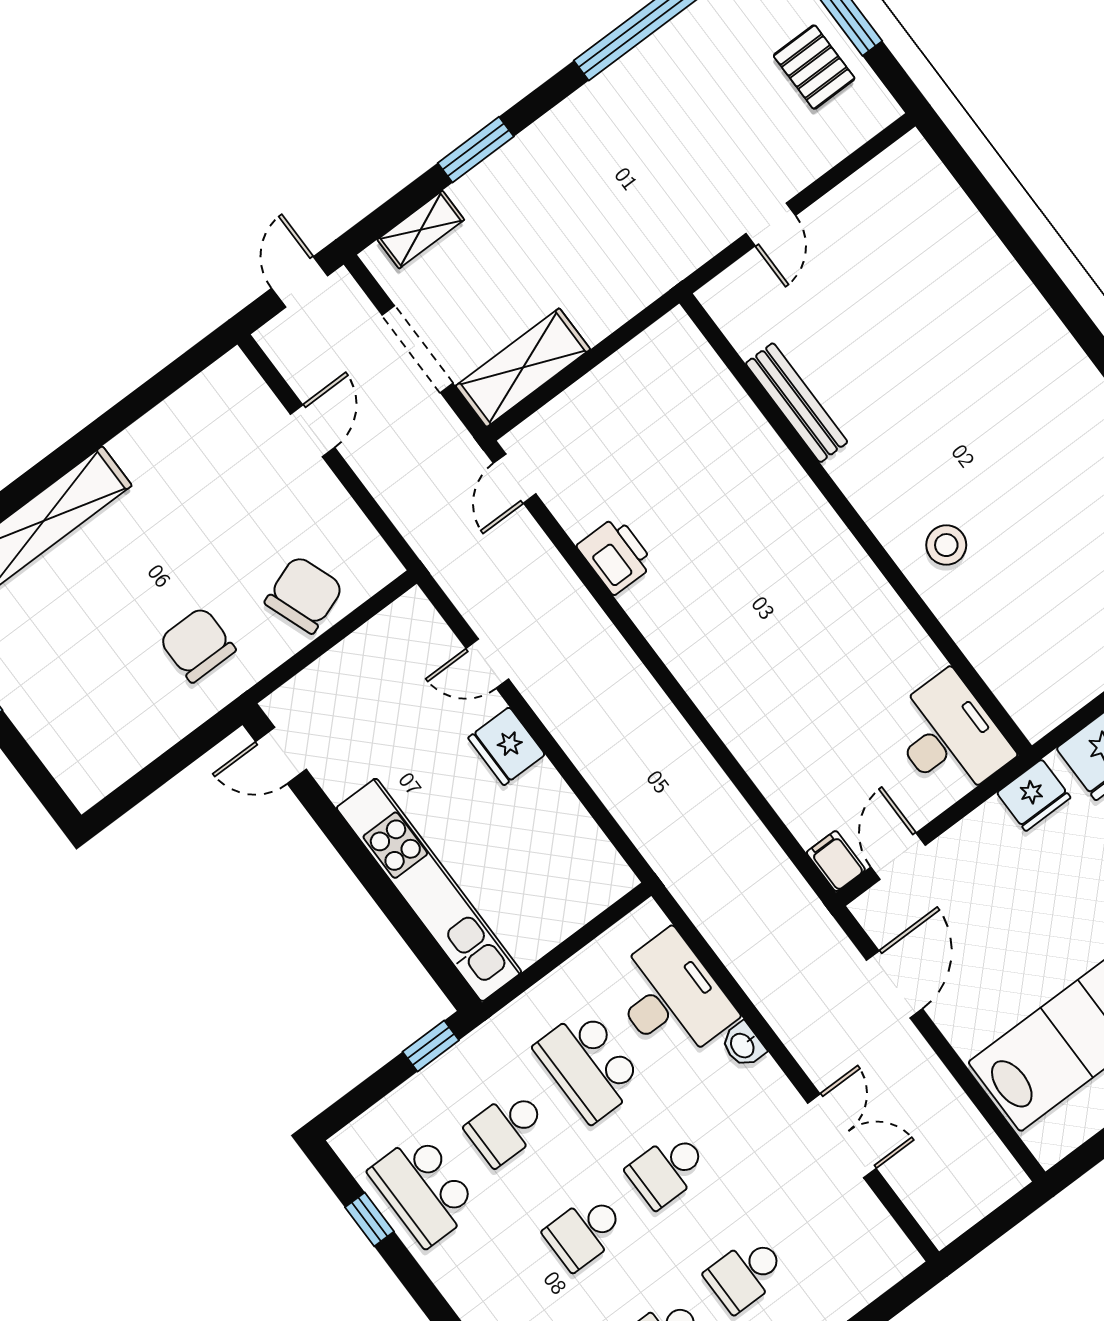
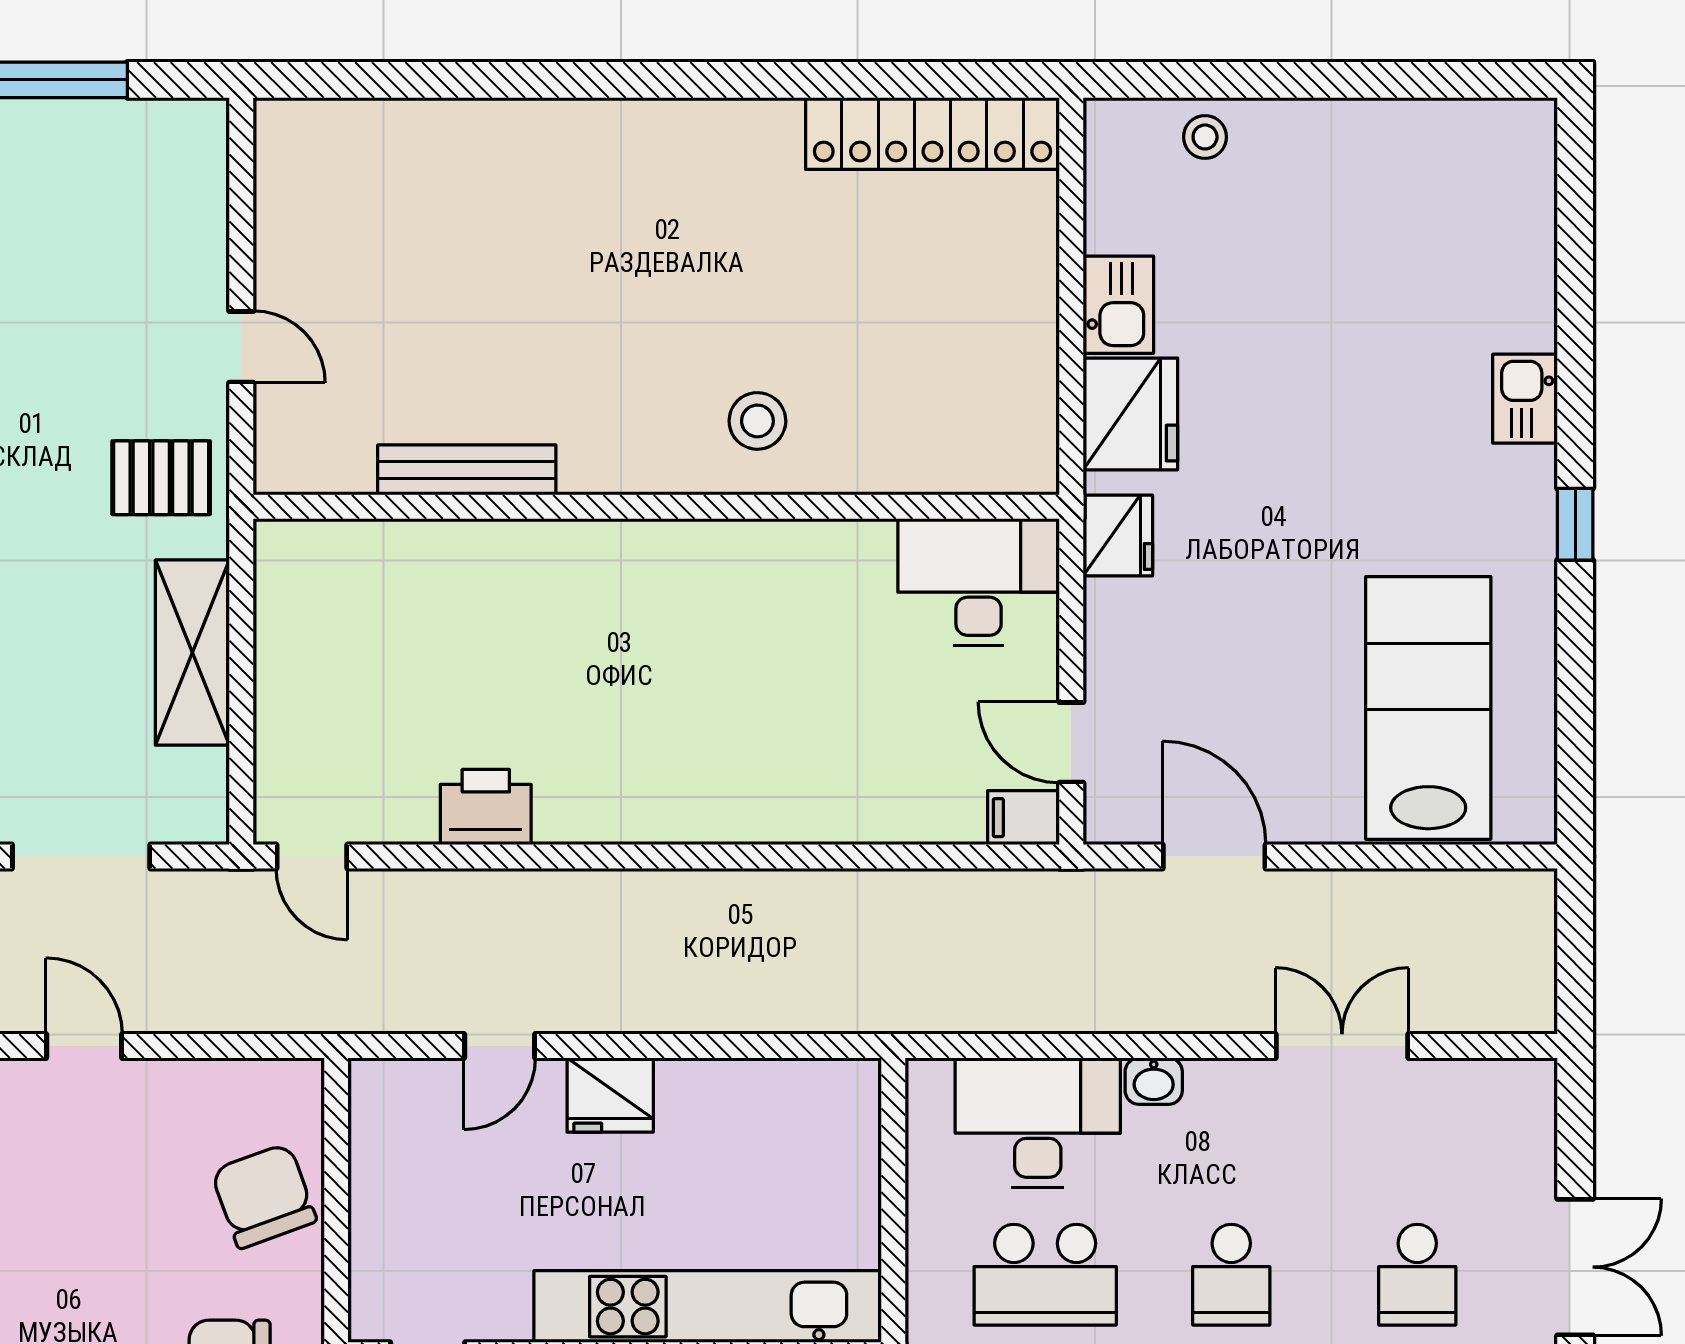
pallet: (814, 67) -> (161, 478), moved
shelving: (523, 368) -> (192, 653), moved

